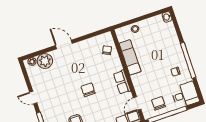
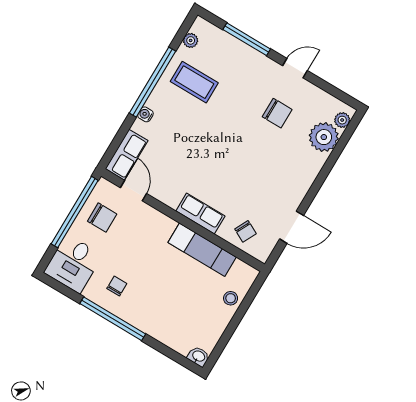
door: (64, 44) -> (292, 227), moved
row of seats: (122, 82) -> (200, 214), moved
chair: (88, 90) -> (277, 113), moved

